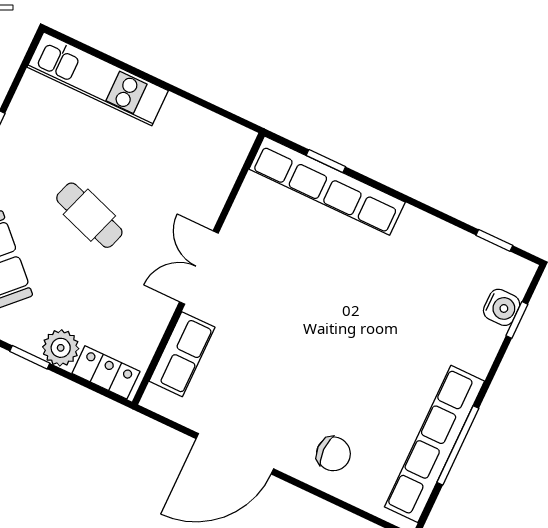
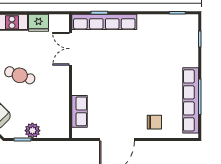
fridge: (184, 120) -> (39, 23), added
double door: (199, 267) -> (70, 49), moved
water cooler: (502, 307) -> (192, 37), removed
locker: (106, 372) -> (54, 132), removed

